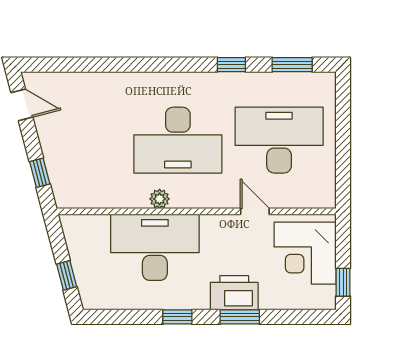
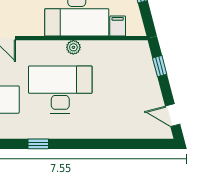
window: (231, 65) -> (38, 144), moved
filing cabinet: (98, 228) -> (118, 26), added

